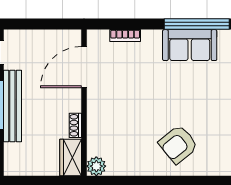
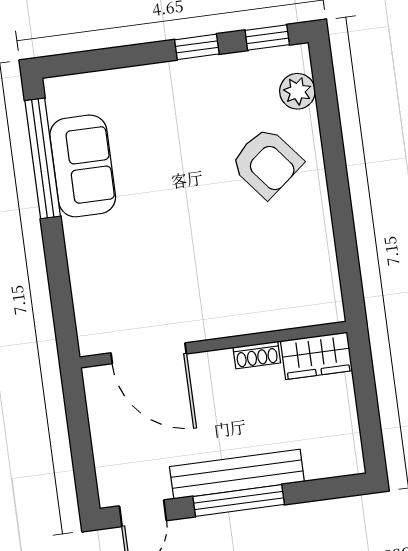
bookcase: (125, 36) -> (81, 286), removed
plant: (96, 166) -> (297, 91), moved

